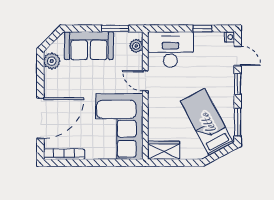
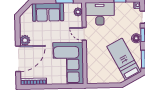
plant: (52, 61) -> (25, 40), moved
floor lamp: (227, 89) -> (136, 38), added
wardrobe: (164, 150) -> (97, 78), removed

